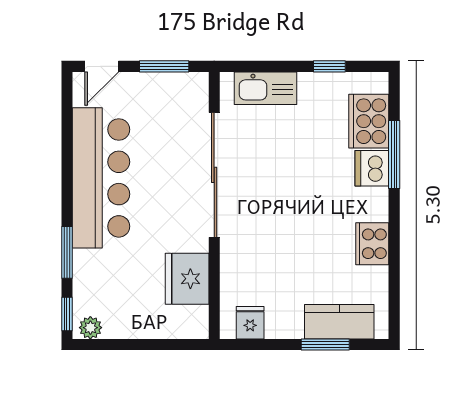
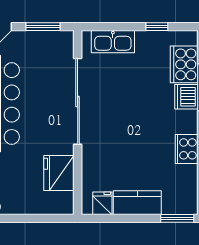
kitchen counter: (339, 322) -> (137, 203), moved
window: (325, 345) -> (177, 218), moved

